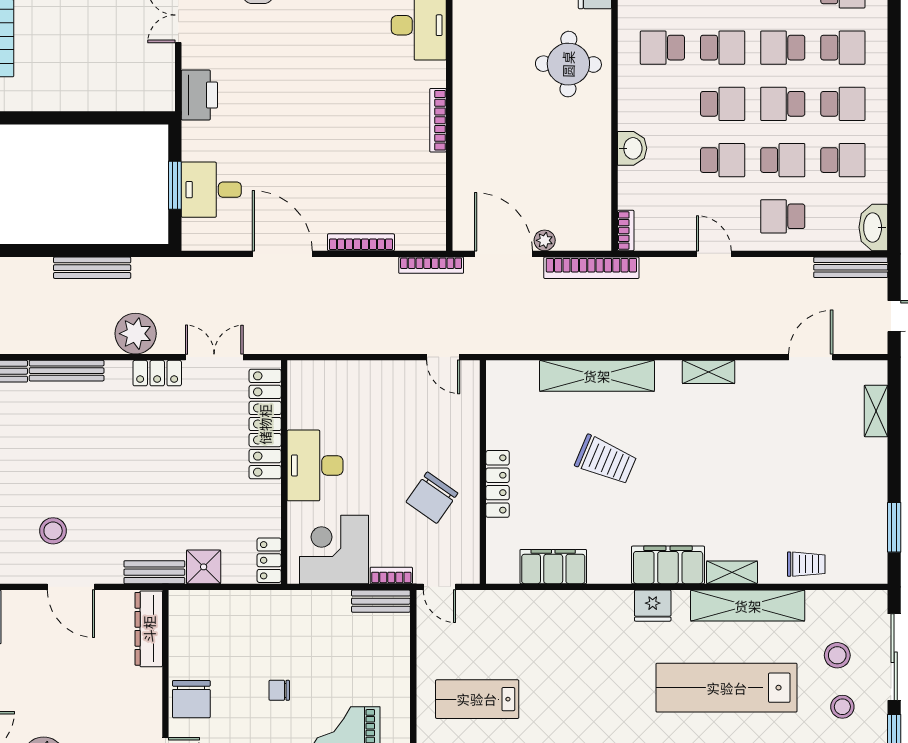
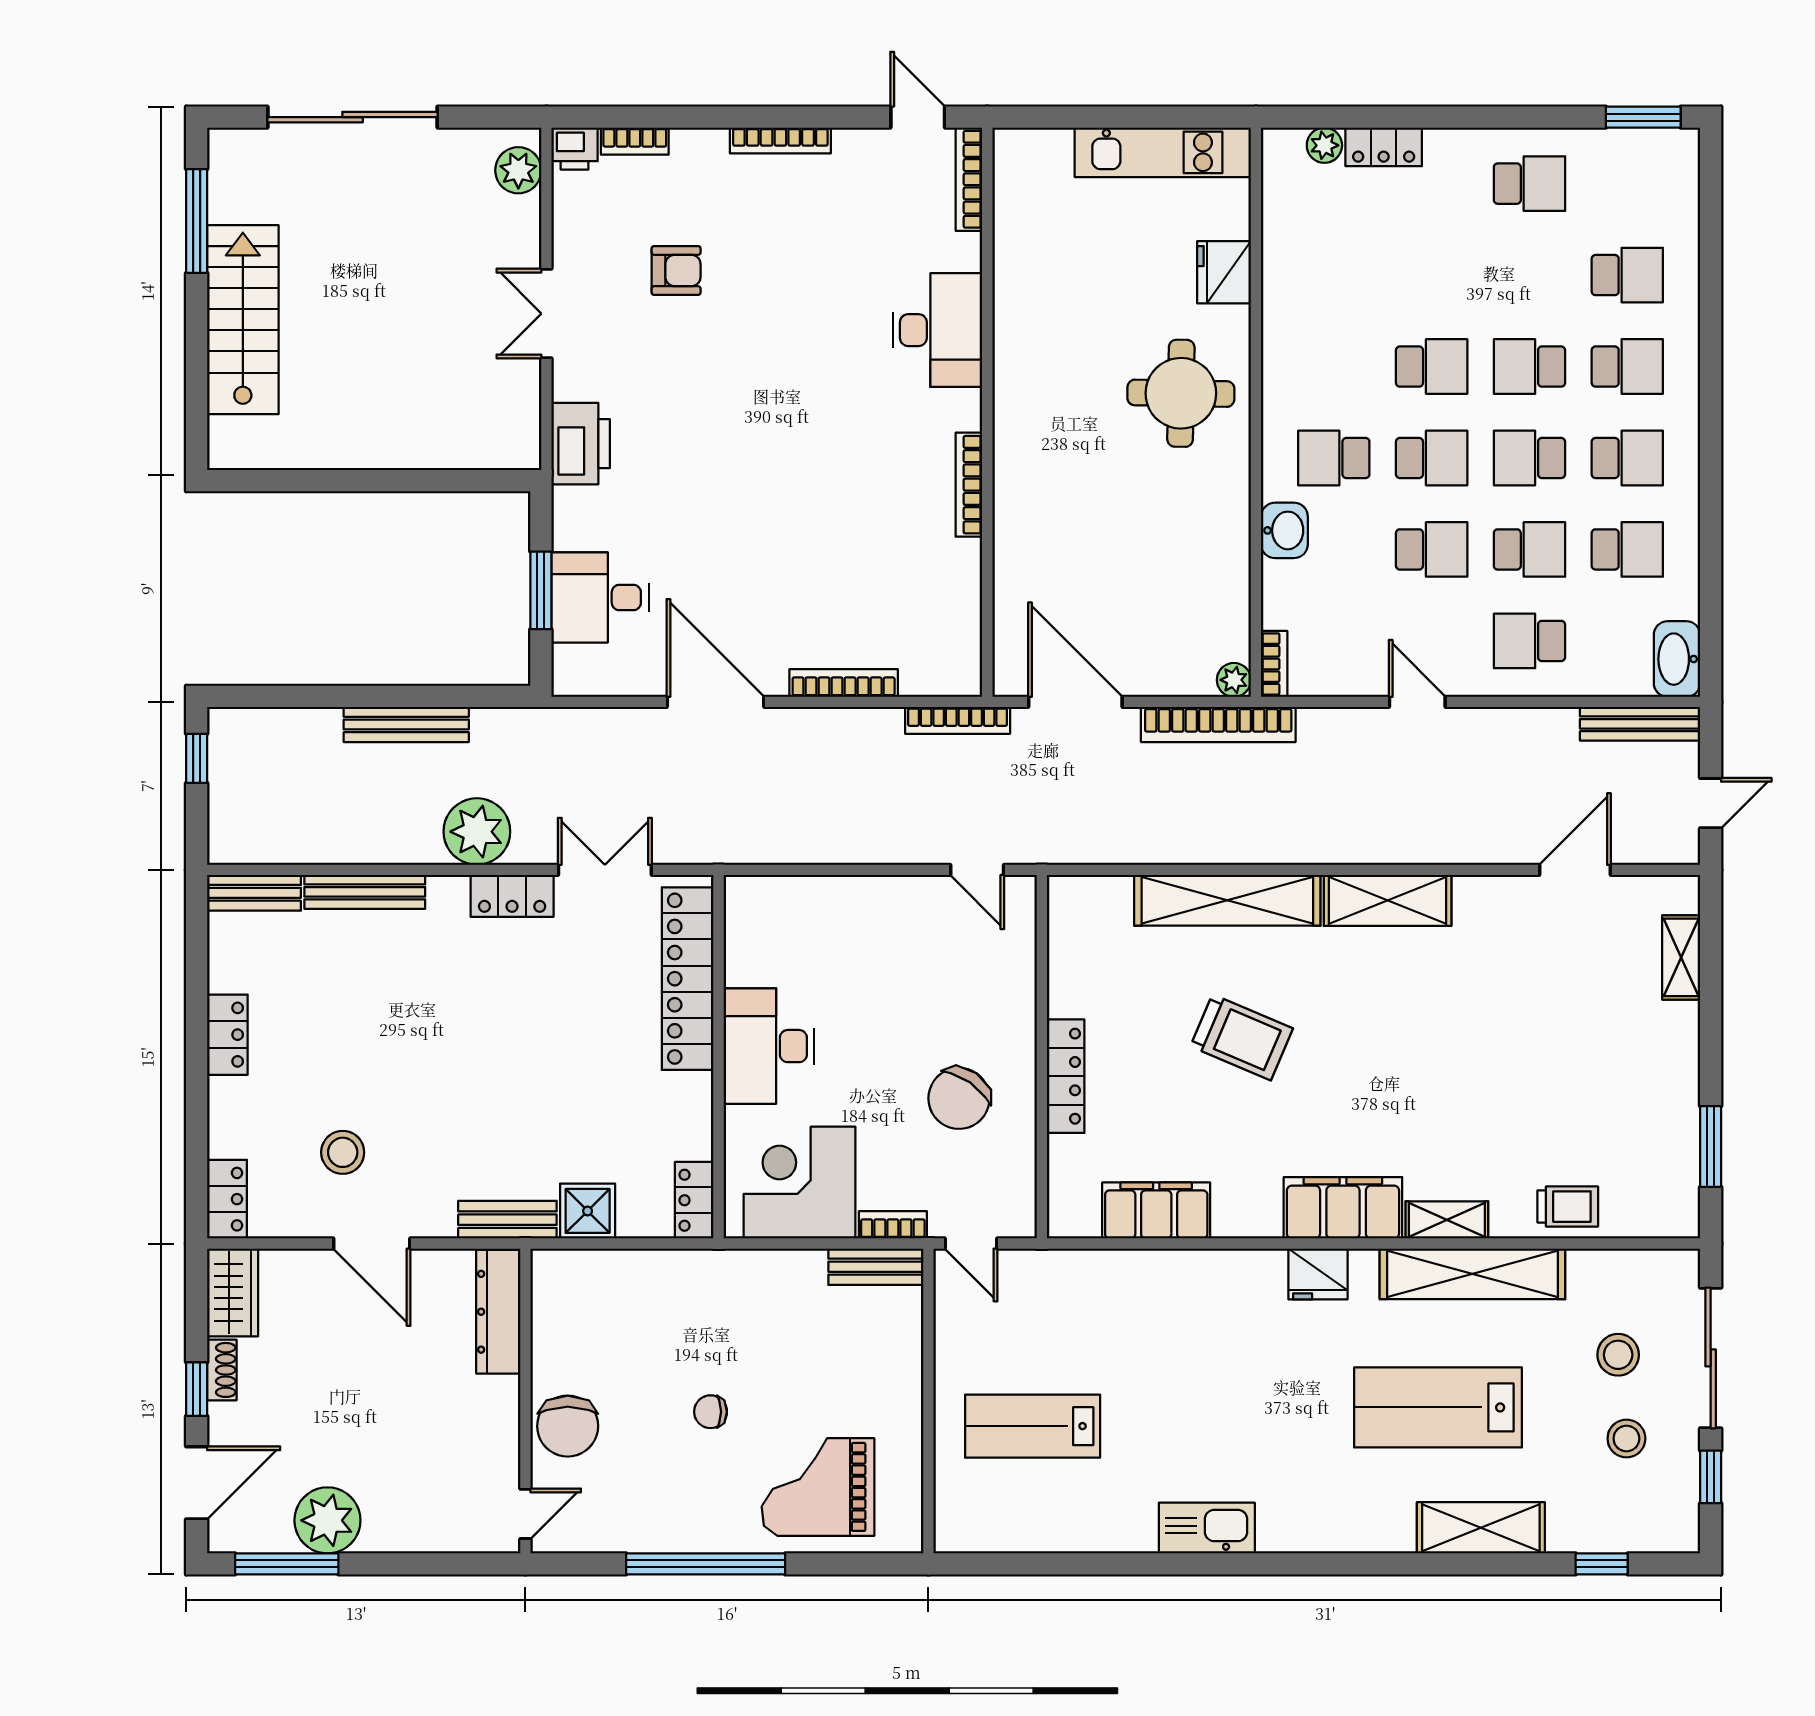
school desk: (662, 48) -> (1334, 458), moved
plant: (545, 240) -> (1234, 680), moved
shelving: (709, 372) -> (1388, 900), width x1.50, depth x1.33
lab bench: (727, 688) -> (1438, 1407), width x0.73

